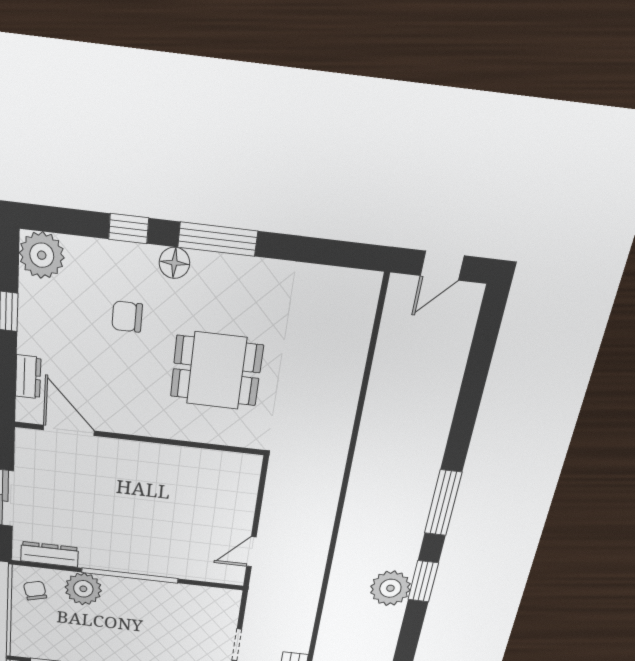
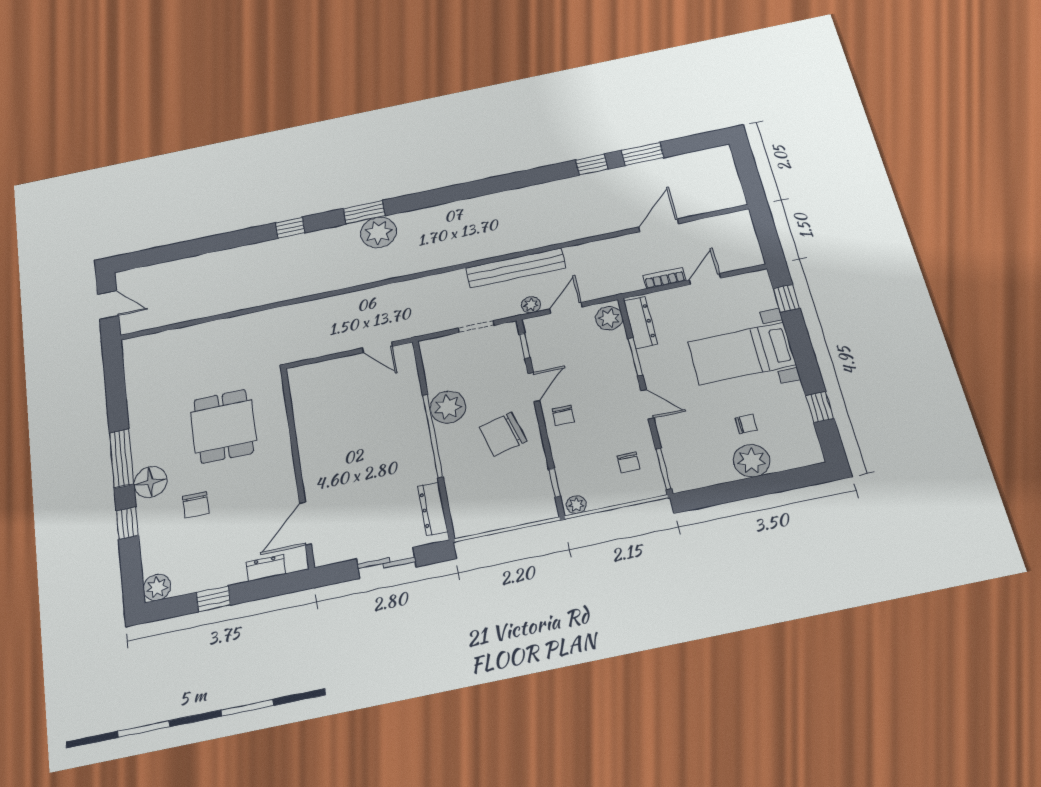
plant: (42, 255) -> (157, 587), width x0.73, depth x0.73
floor lamp: (174, 263) -> (150, 482), width x1.38, depth x1.38
window: (443, 503) -> (290, 228), width x0.46
plant: (83, 589) -> (448, 407), moved
chair: (35, 591) -> (503, 434), moved, width x1.87, depth x1.87

